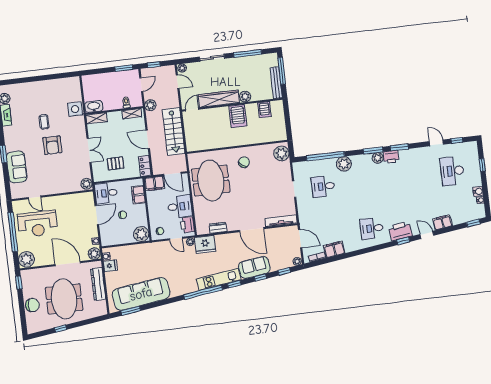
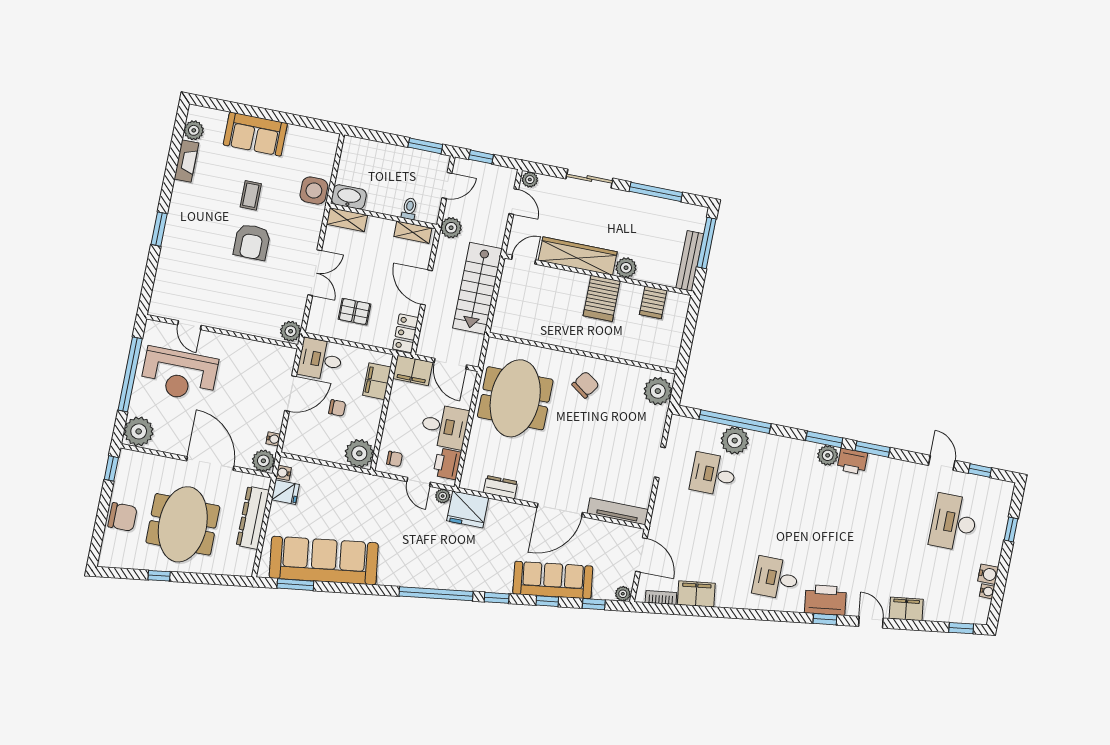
plant: (344, 164) -> (735, 441), moved
sofa: (17, 167) -> (255, 134), moved, turned 90
door: (252, 230) -> (560, 510), hinge flipped
sofa: (254, 267) -> (553, 580), width x1.36
kitchen unit: (219, 279) -> (471, 580), removed

